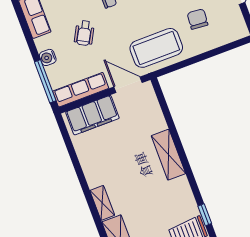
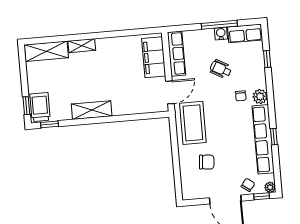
water cooler: (48, 57) -> (221, 34), moved
window: (45, 81) -> (219, 25), moved
shelving: (168, 155) -> (92, 110), moved

